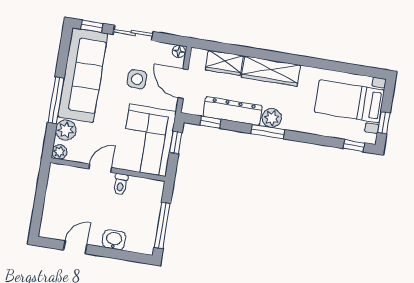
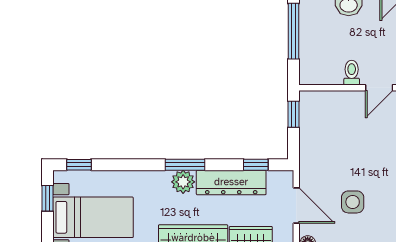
corner sofa: (148, 140) -> (328, 131), removed
window: (176, 142) -> (293, 114), moved

